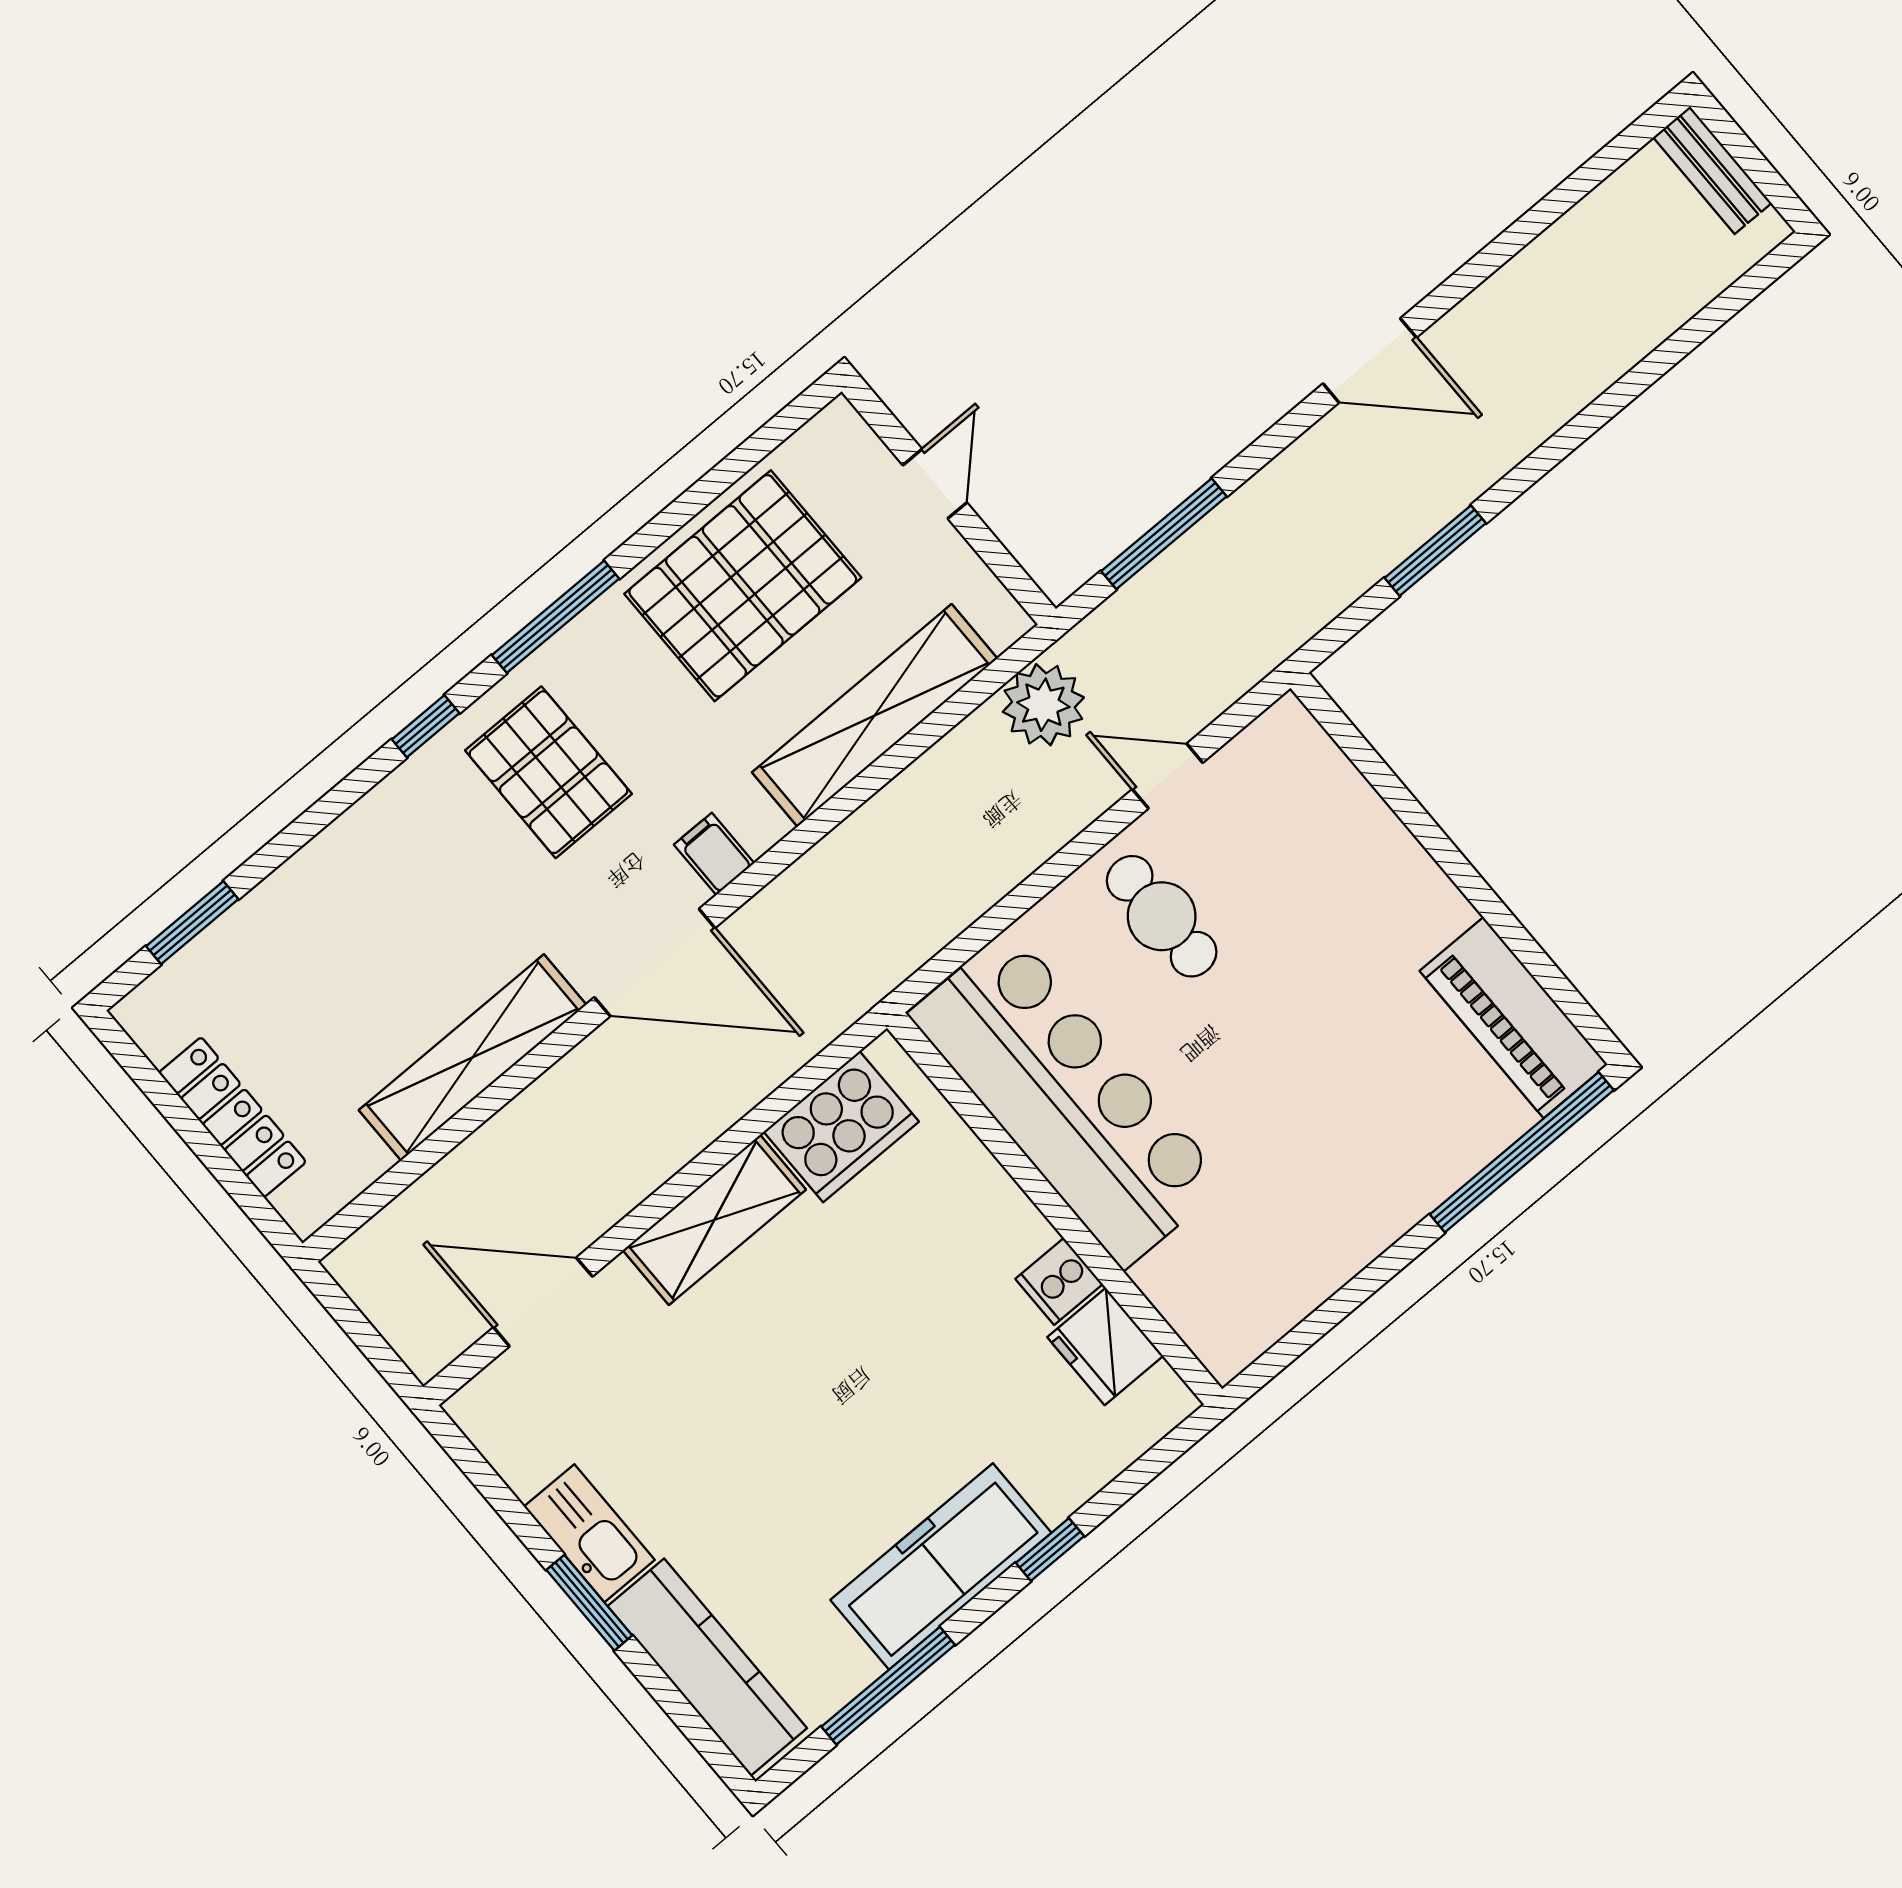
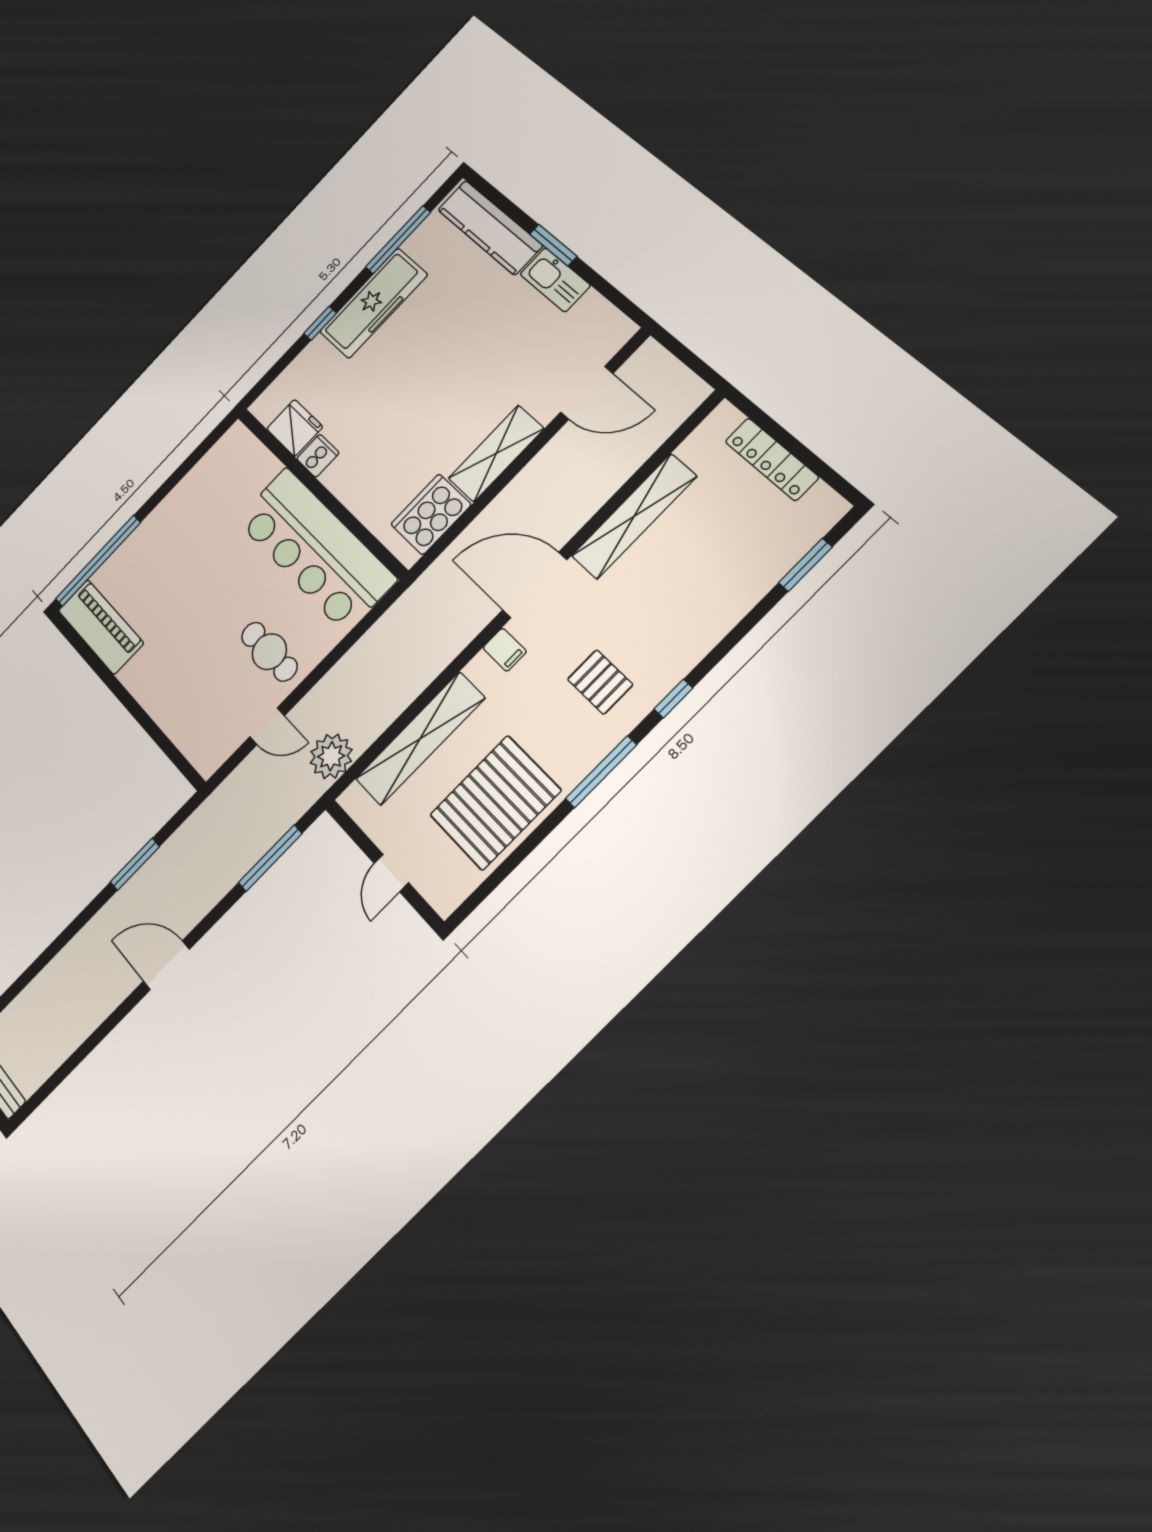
pallet: (548, 772) -> (600, 682), width x0.67, depth x0.71

